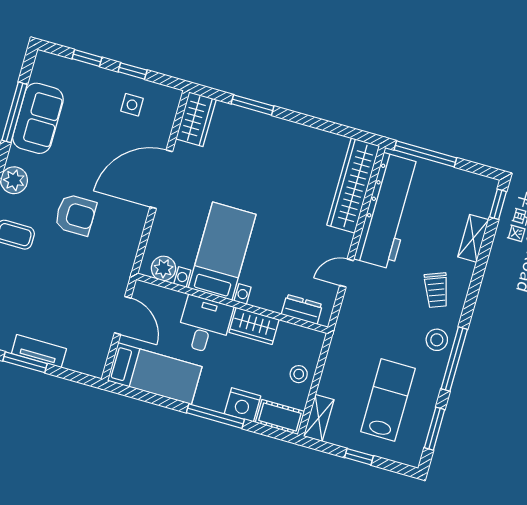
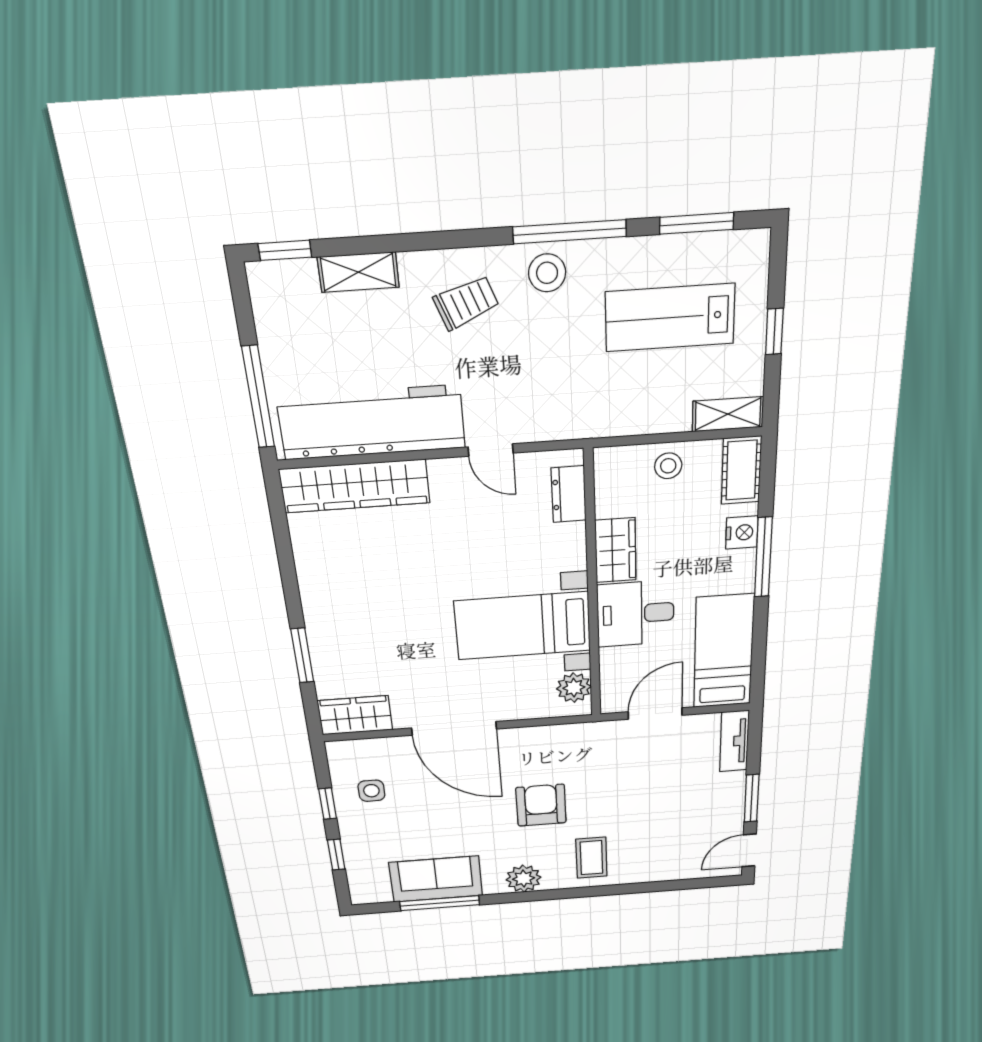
tv unit: (39, 351) -> (734, 741), moved
nightstand: (243, 405) -> (742, 532), width x0.74, depth x0.75

